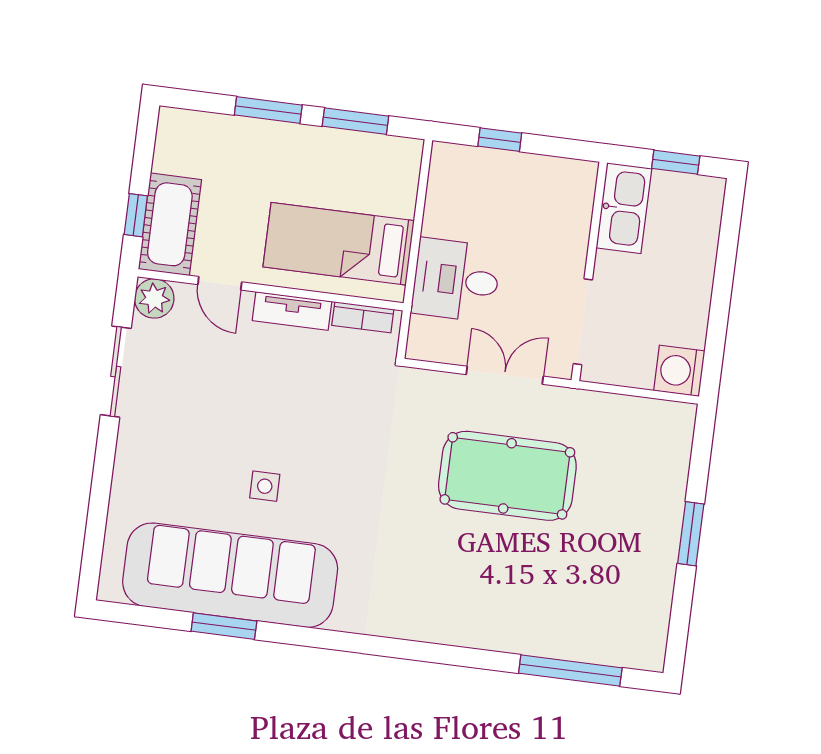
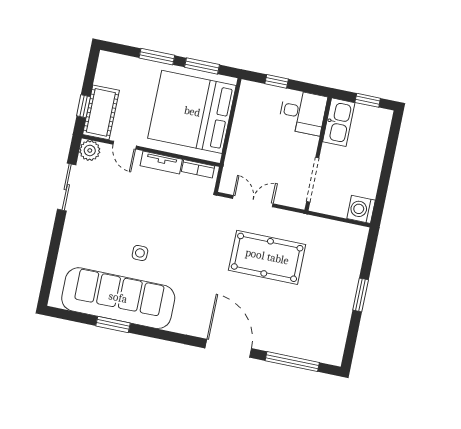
bed: (339, 244) -> (192, 112), width x2.04
desk: (456, 280) -> (303, 112), moved, turned 180
double door: (505, 375) -> (253, 201), moved
door: (447, 655) -> (228, 348), added

